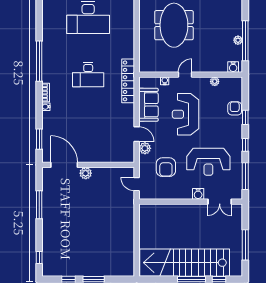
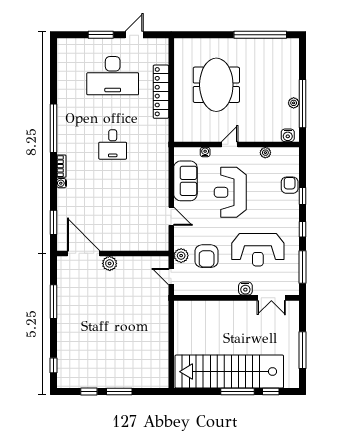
desk: (88, 75) -> (113, 144), width x0.73
locker: (128, 81) -> (161, 92), moved
plant: (145, 148) -> (181, 256), moved

